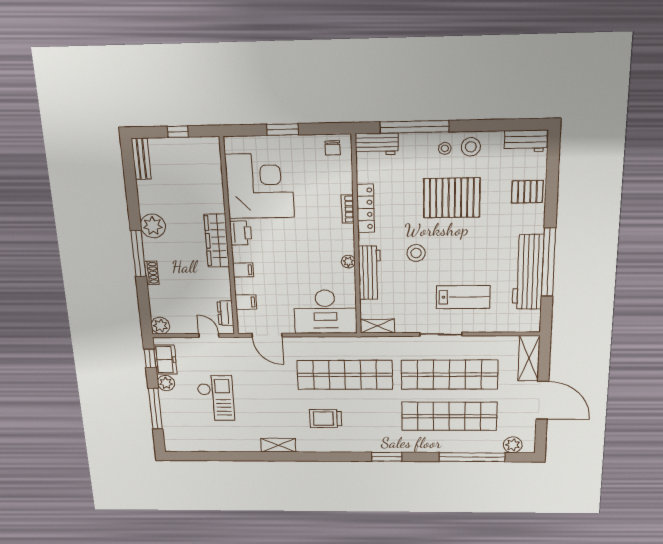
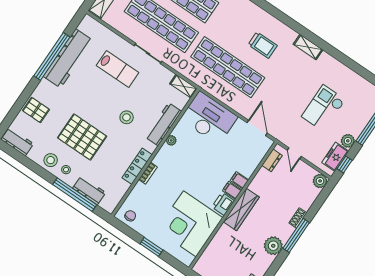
workbench: (377, 144) -> (89, 190), moved
lab bench: (463, 297) -> (118, 69), turned 180
filing cabinet: (246, 302) -> (232, 190), moved

